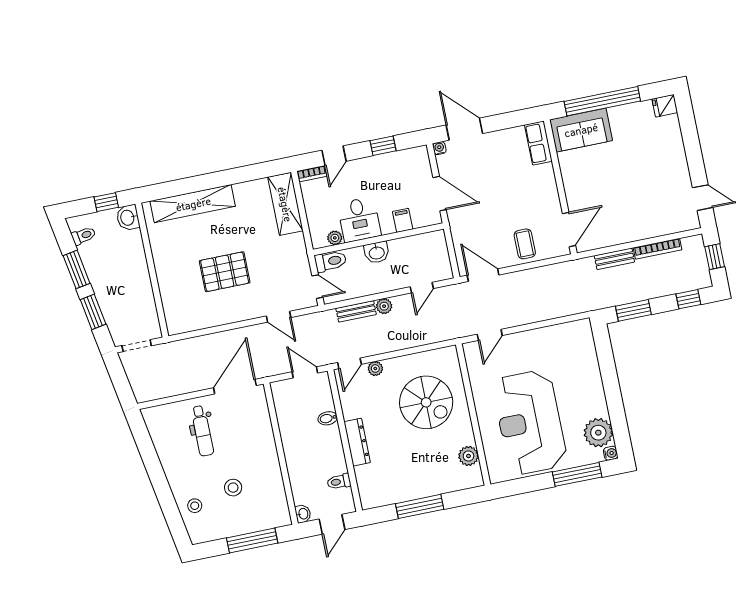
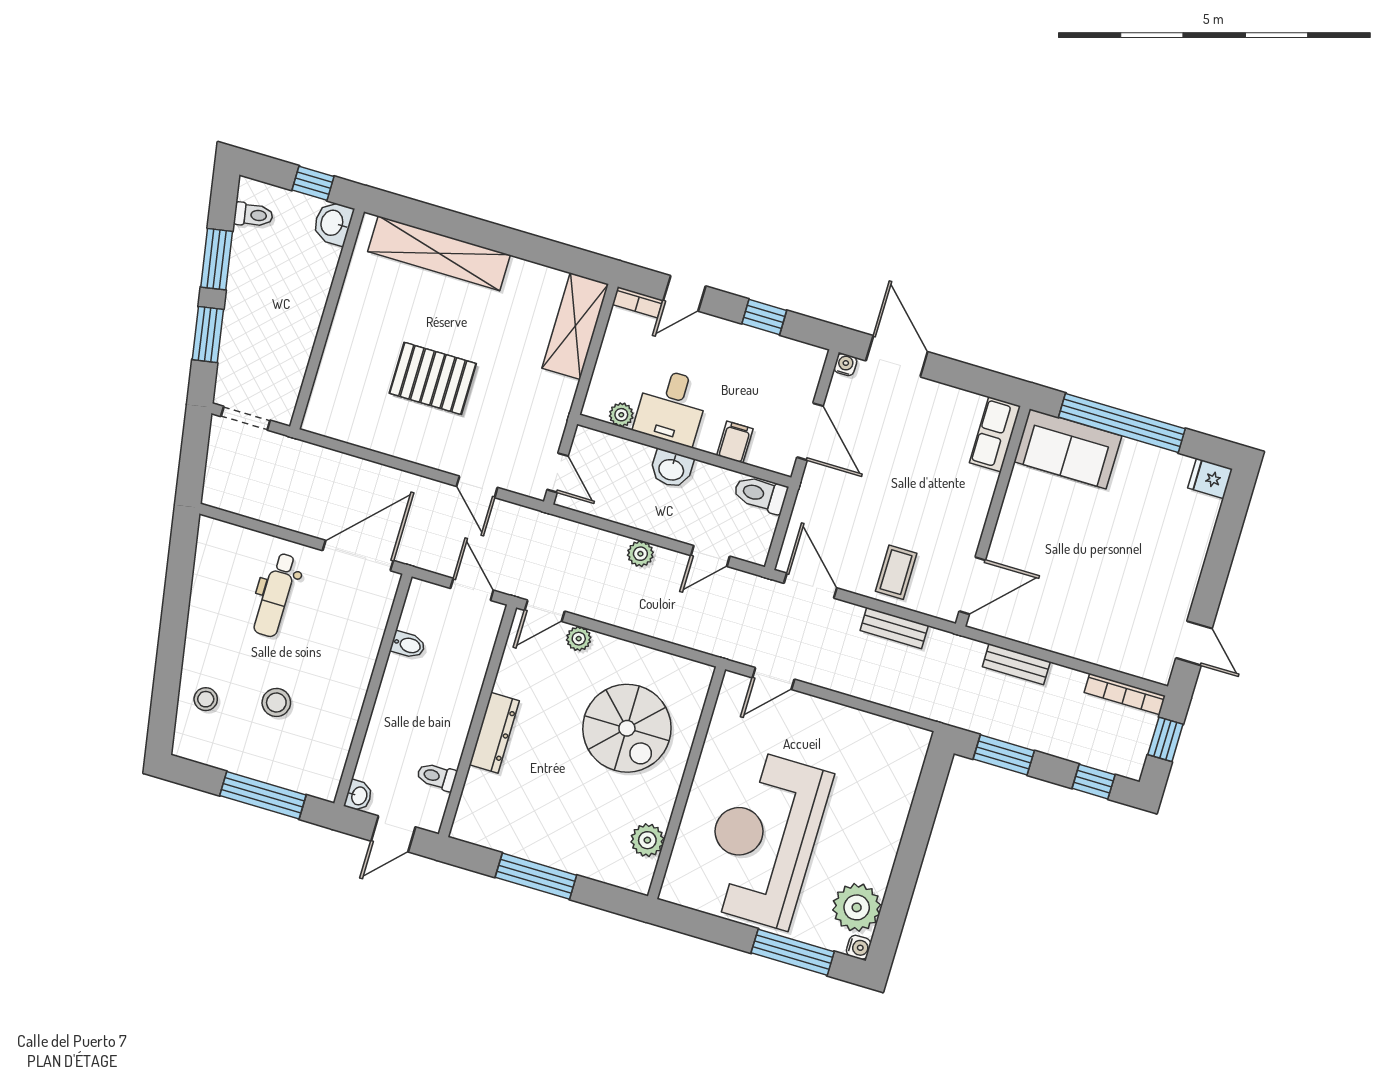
bookcase: (658, 249) -> (1125, 694), moved
toilet: (331, 261) -> (760, 494), moved, turned 180
bench: (356, 311) -> (894, 628), moved
bidet: (328, 418) -> (408, 645), moved, turned 180

